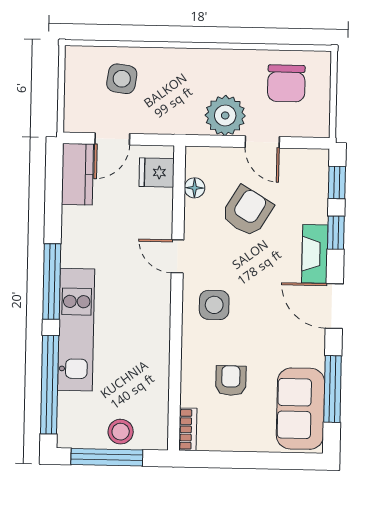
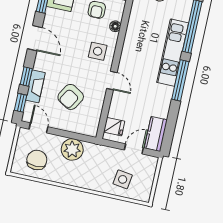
door: (262, 142) -> (38, 128), moved
floor lamp: (195, 188) -> (115, 26), moved
fireplace: (315, 254) -> (35, 86), moved

